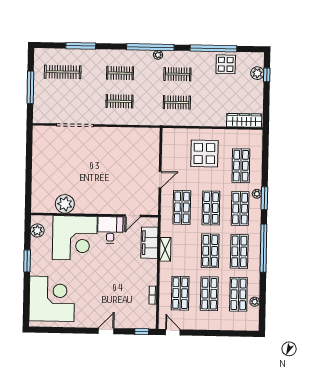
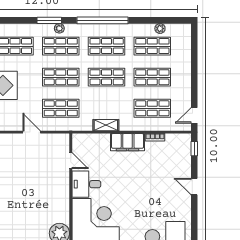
plant: (257, 194) -> (59, 28), moved
filing cabinet: (149, 243) -> (128, 142), moved

